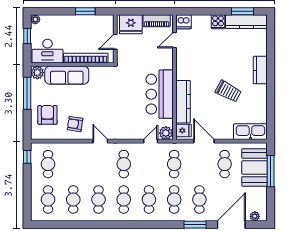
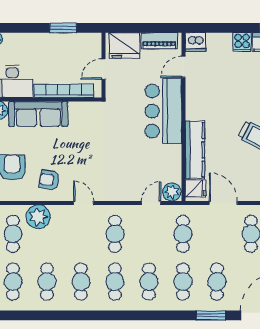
bar counter: (160, 94) -> (163, 111), moved
plant: (67, 151) -> (38, 217), added

